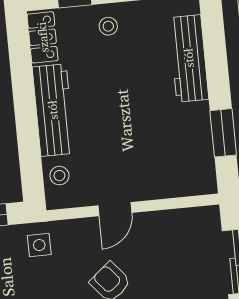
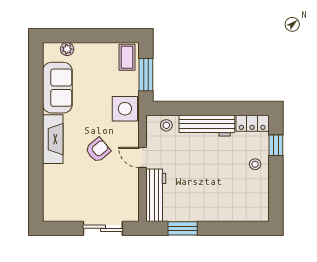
workbench: (189, 58) -> (156, 195), moved, turned 90
side table: (39, 245) -> (125, 109), width x1.87, depth x1.87

